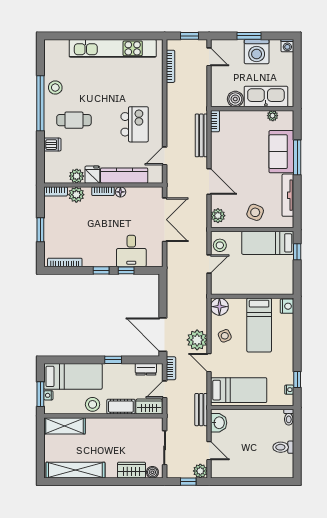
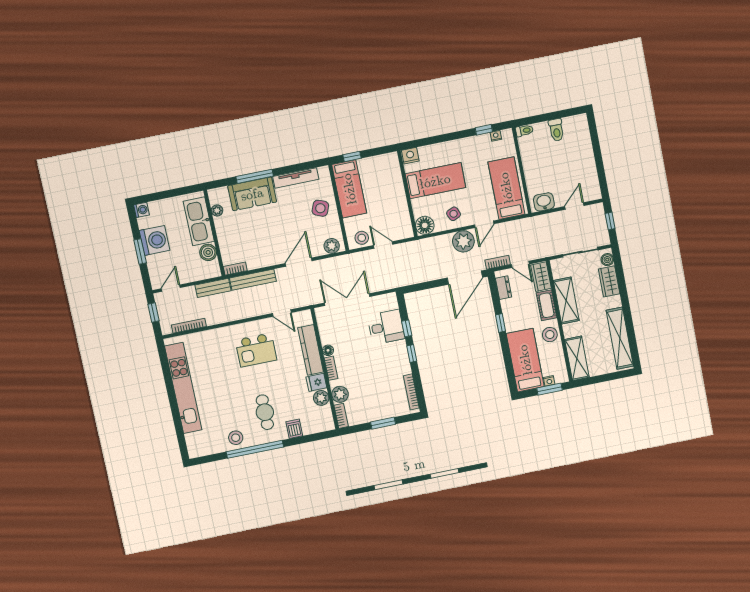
kitchen island: (135, 124) -> (256, 350), turned 180
bench: (201, 410) -> (213, 288), moved
shelving: (122, 426) -> (566, 301), added
plant: (200, 471) -> (597, 211), removed

